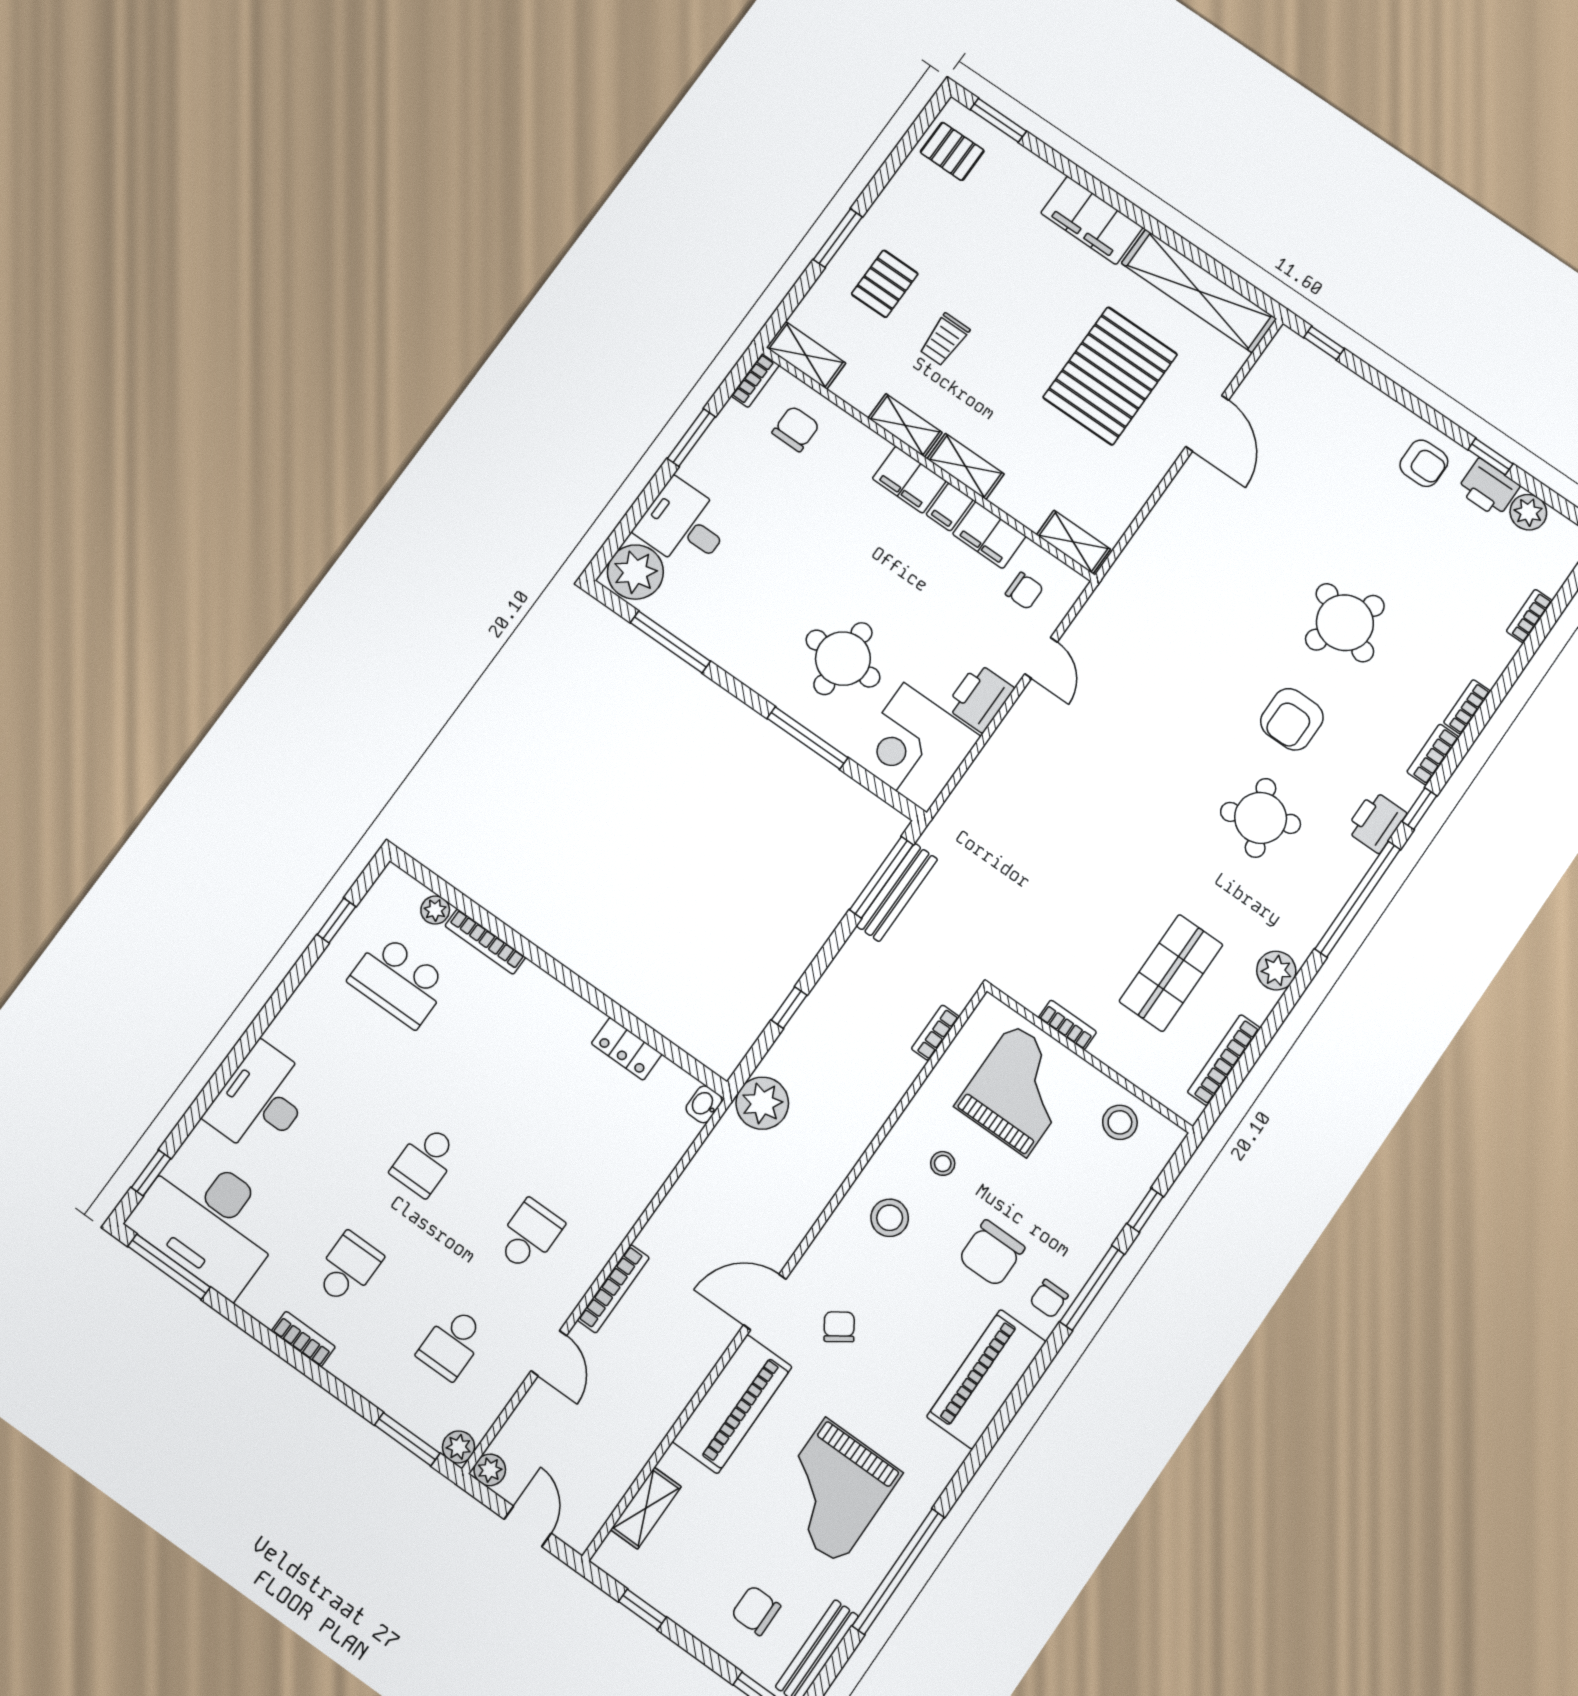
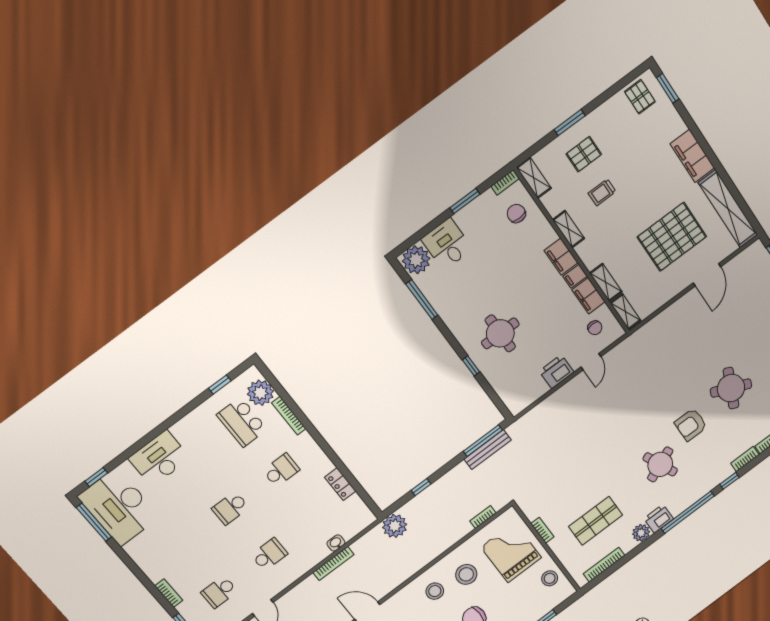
chair: (796, 429) -> (516, 213), turned -90
shelving: (966, 466) -> (606, 282), moved
window: (807, 738) -> (471, 366), width x0.46
corner desk: (915, 747) -> (519, 386), removed
printer: (1376, 822) -> (659, 519), moved
plant: (435, 910) -> (260, 393), width x1.87, depth x1.87
grand piano: (1019, 1090) -> (511, 552), turned -90
washbasin: (704, 1104) -> (336, 543), moved
stool: (943, 1163) -> (466, 574), width x1.89, depth x1.89
school desk: (348, 1268) -> (281, 470), moved
bookcase: (613, 1289) -> (333, 563), moved
bookcase: (303, 1339) -> (169, 593), moved

